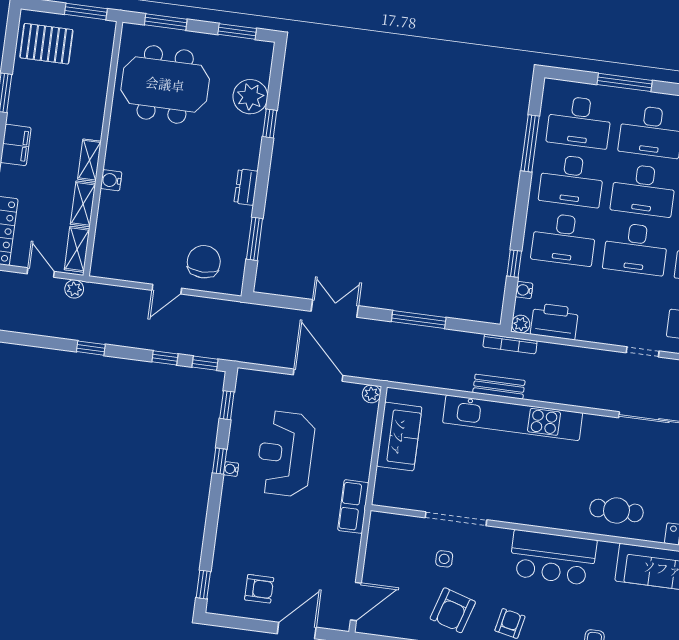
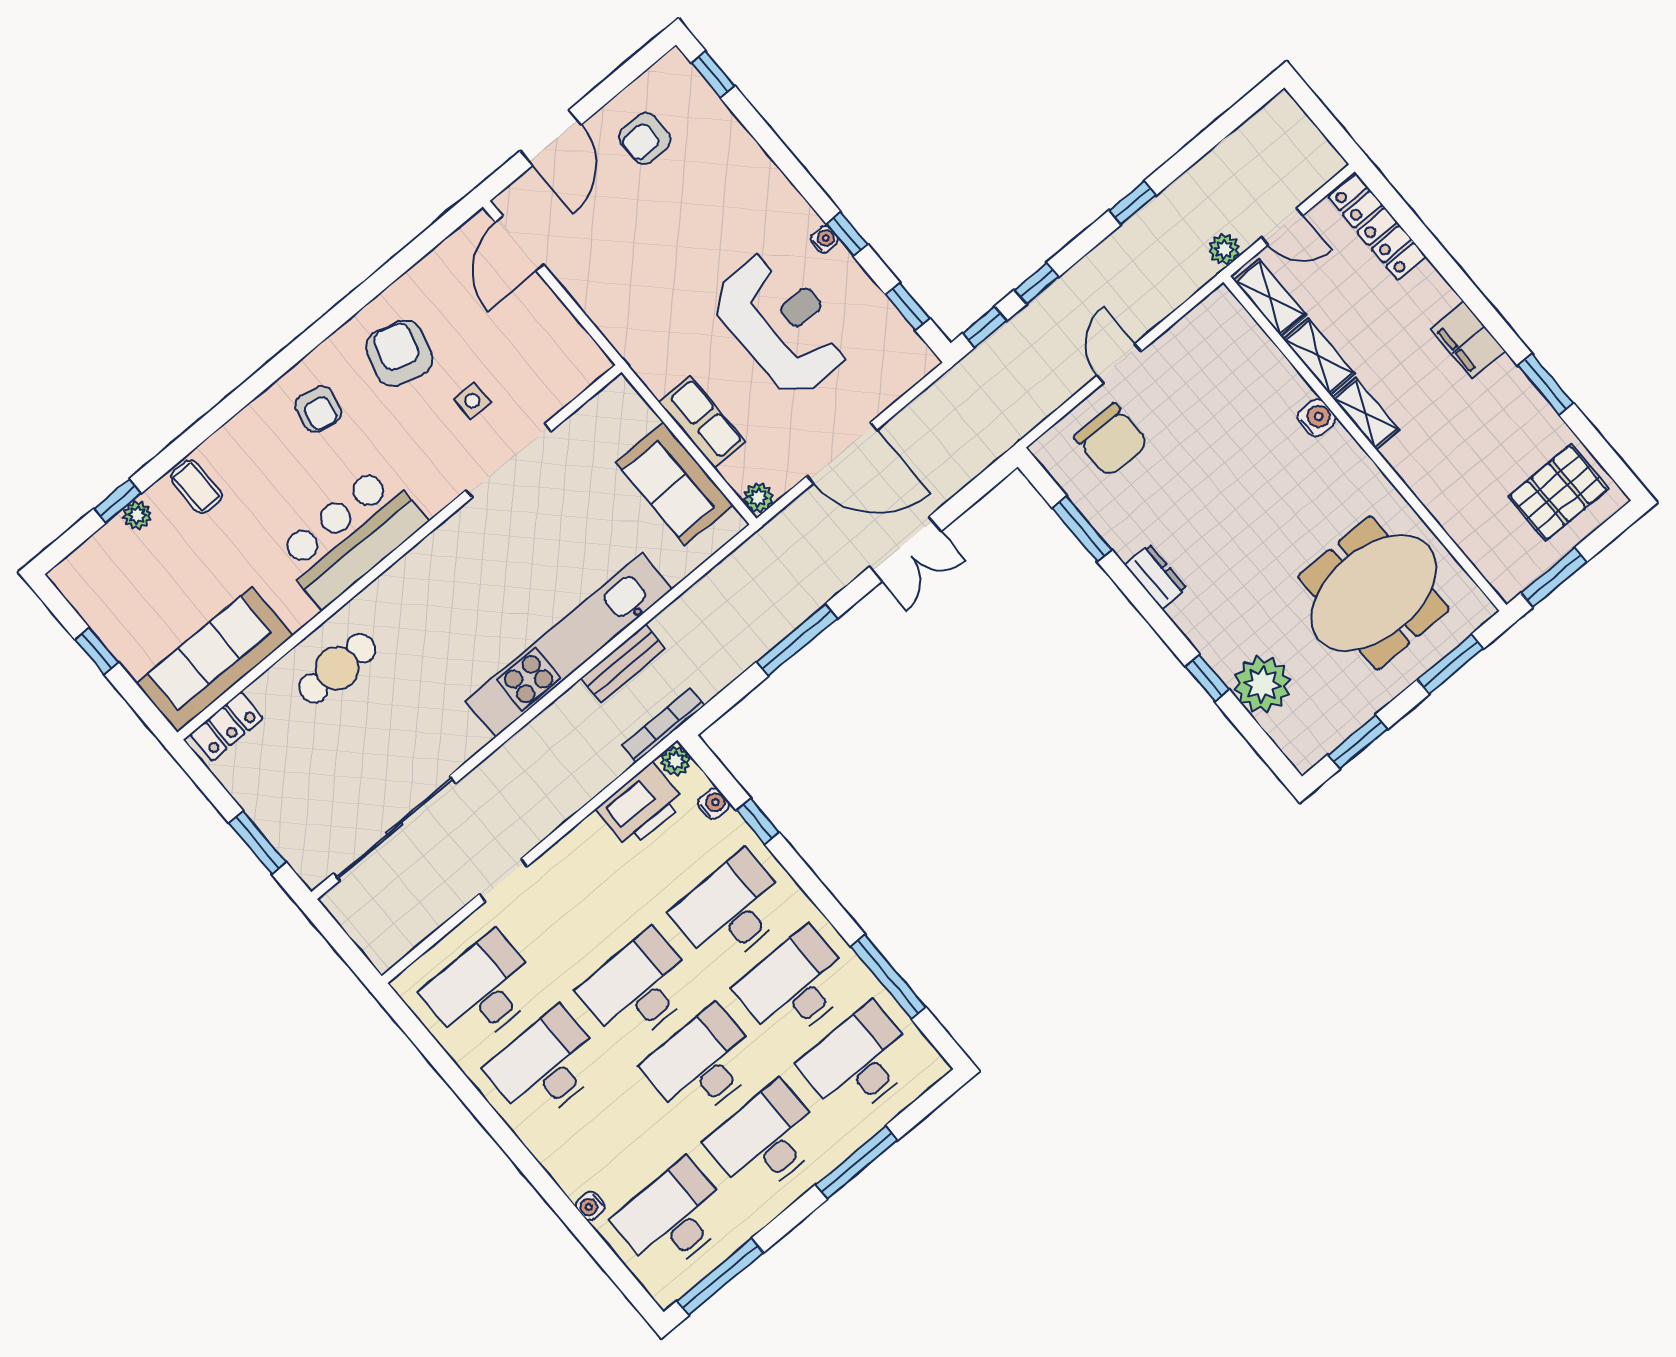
row of seats: (353, 507) -> (702, 422), moved

